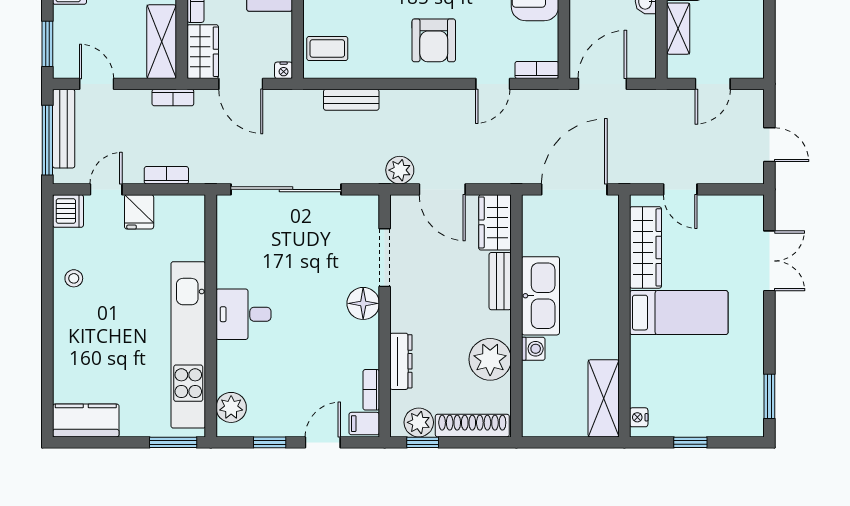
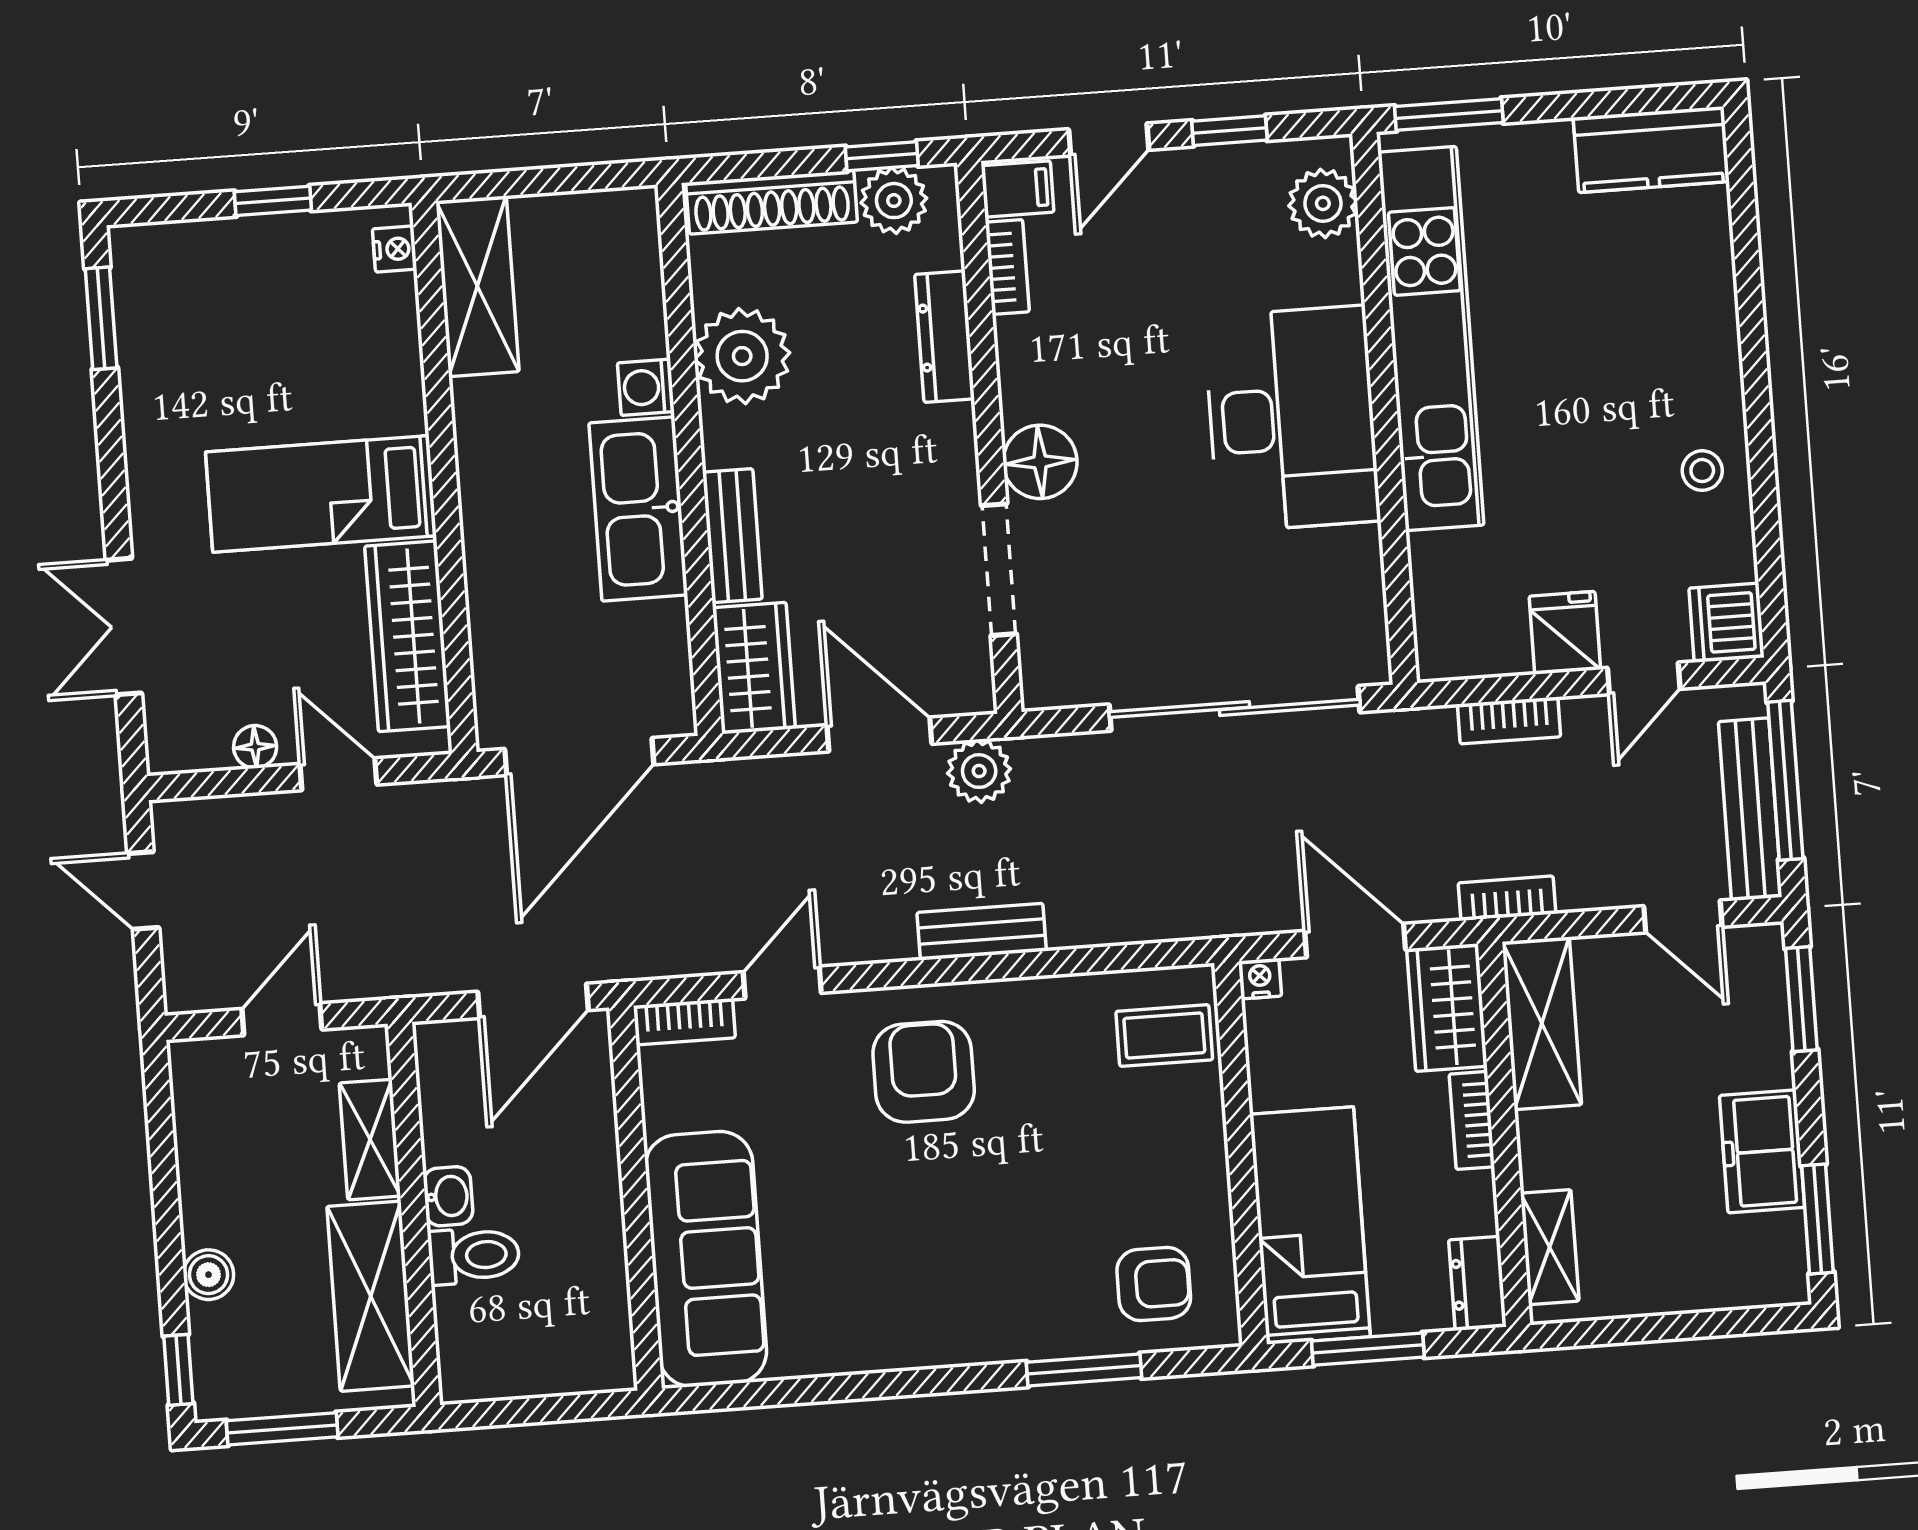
bench: (351, 100) -> (982, 932), moved
floor lamp: (716, 204) -> (255, 747), added
desk: (243, 314) -> (1292, 419), width x1.87, depth x1.30

